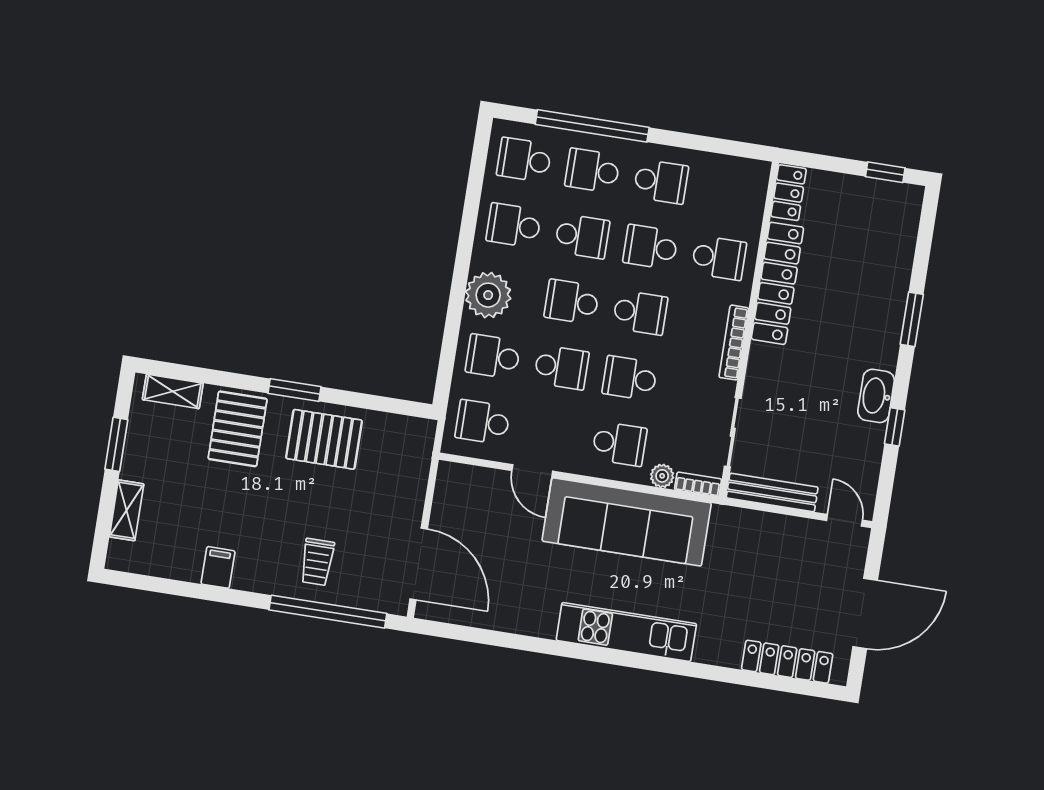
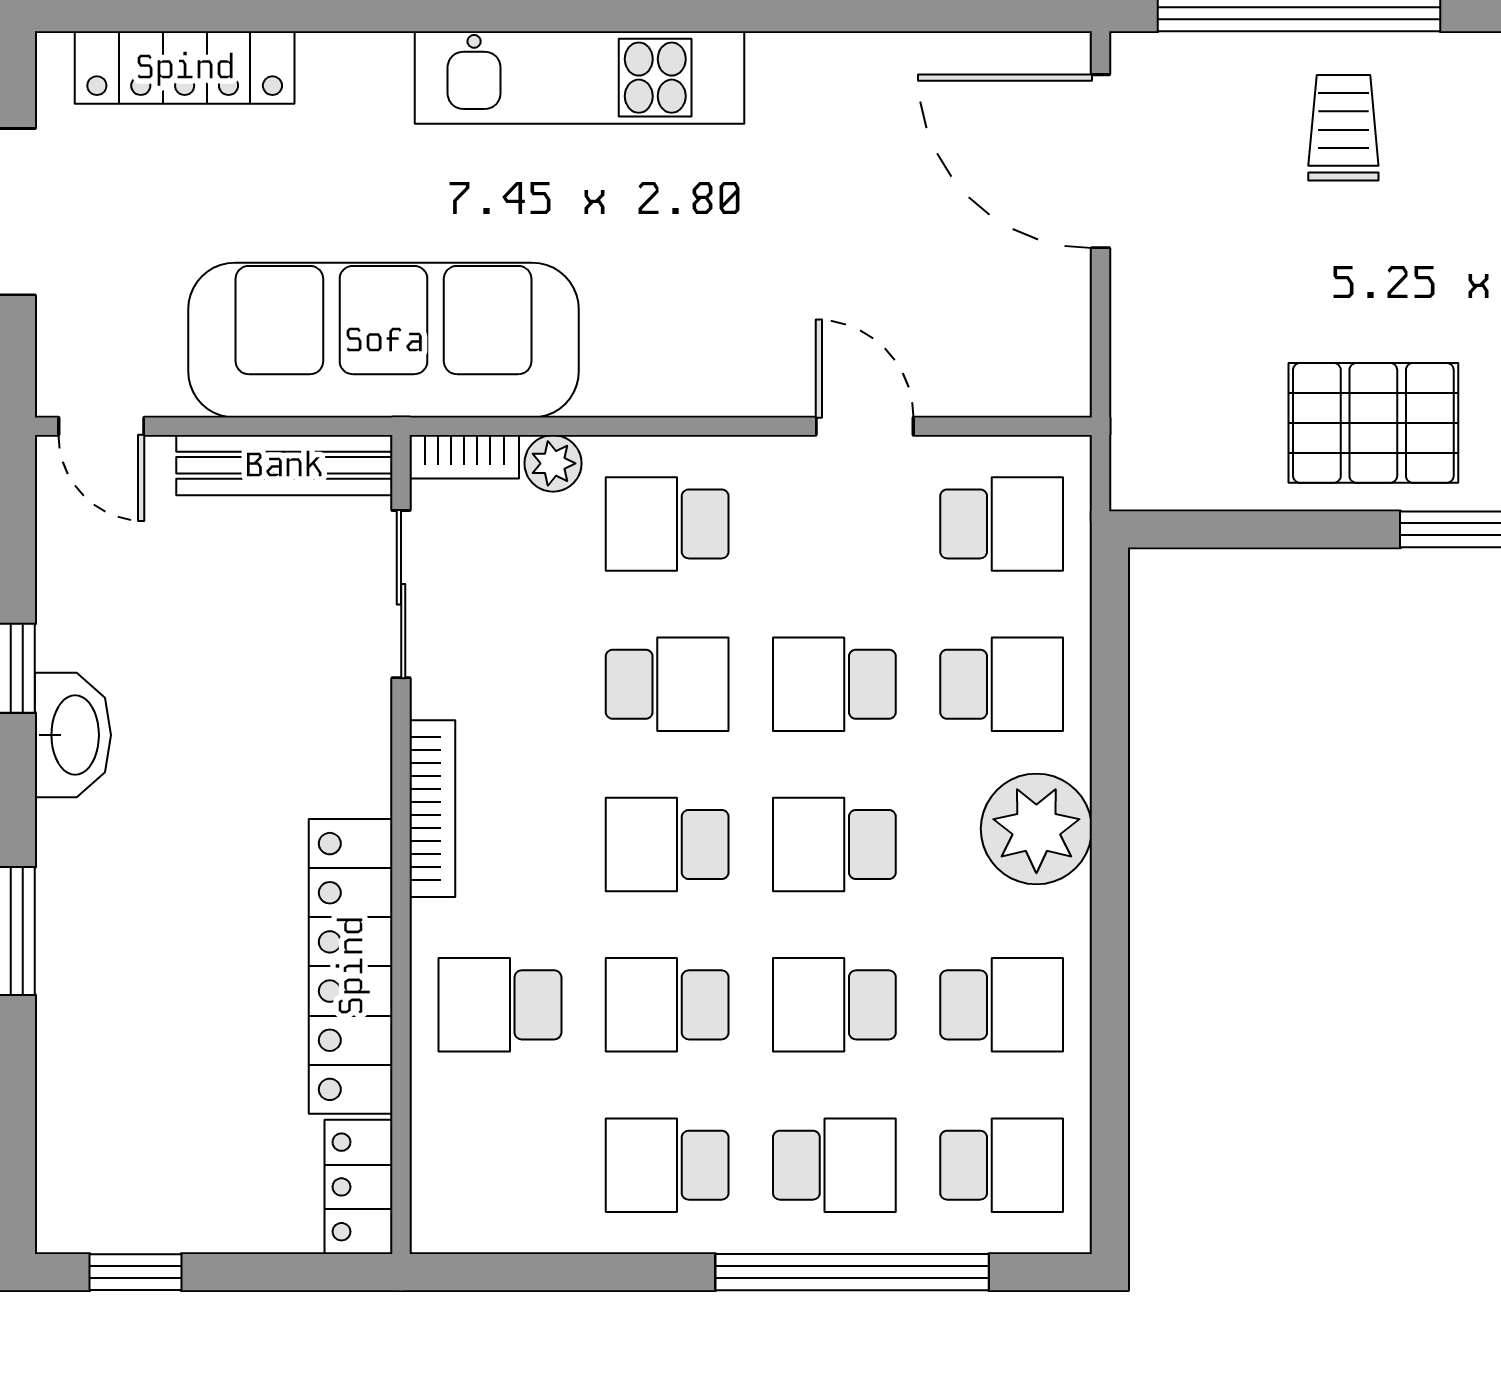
school desk: (651, 247) -> (667, 1005), turned 180
school desk: (572, 302) -> (834, 845), turned 180
sofa: (627, 522) -> (384, 340), moved

